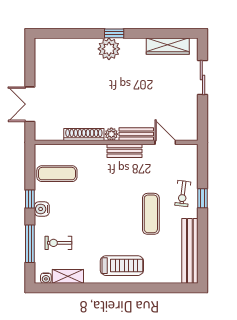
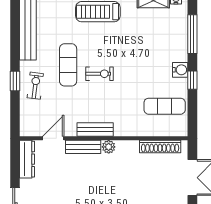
dresser: (191, 122) -> (27, 159), added
shoe rack: (84, 134) -> (160, 147), moved
door: (165, 142) -> (53, 138), swing flipped
exercise bike: (58, 243) -> (99, 74), moved

